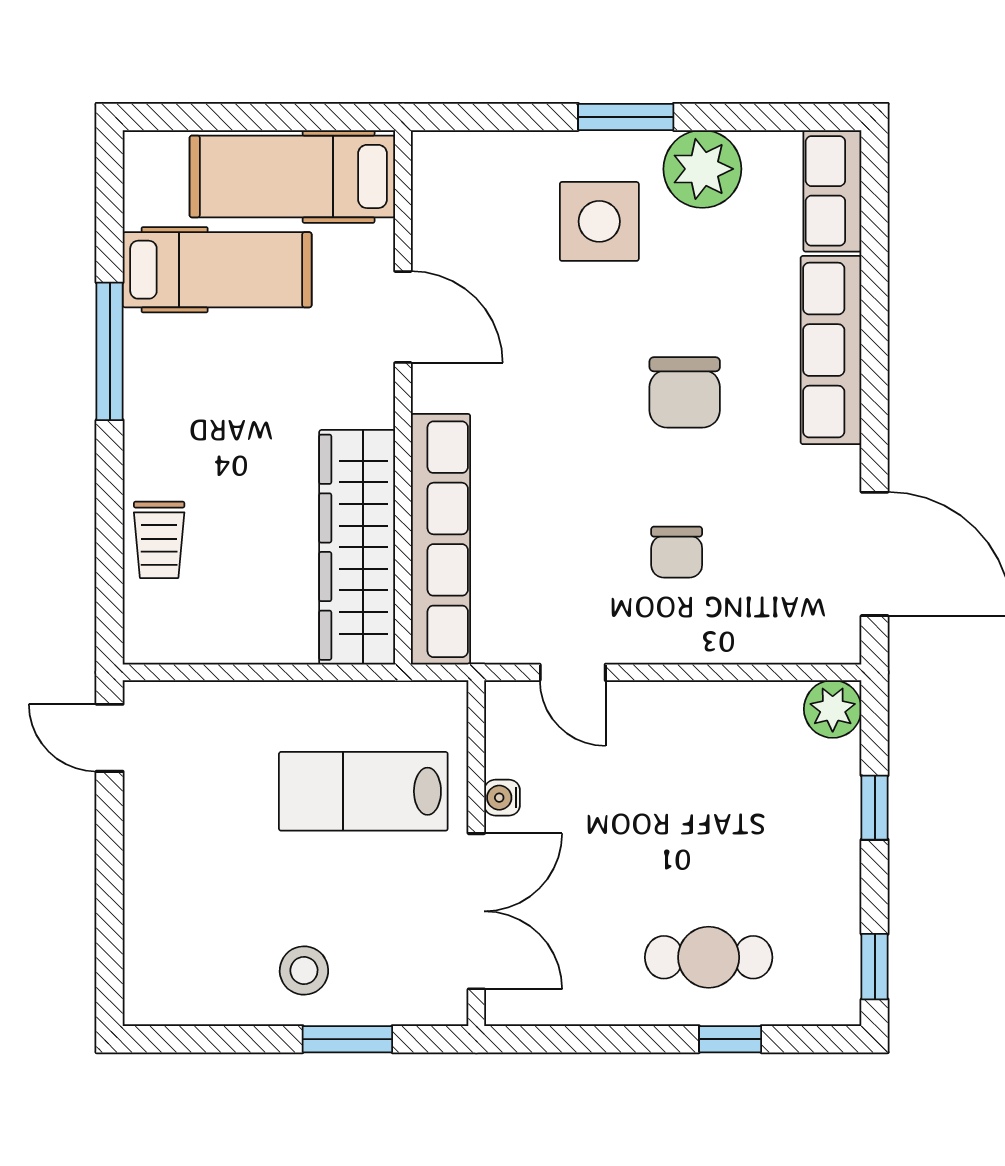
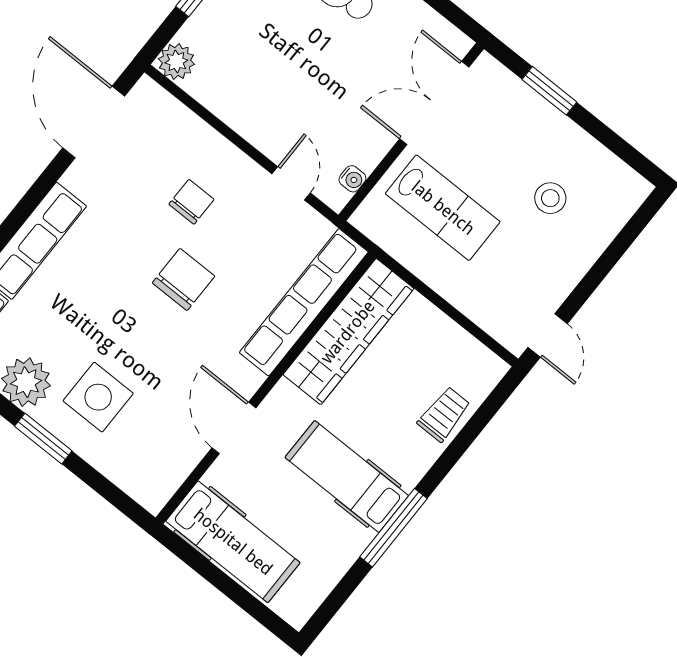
hospital bed: (217, 270) -> (347, 476), moved
chair: (685, 392) -> (184, 280), moved
water cooler: (502, 798) -> (352, 179), moved
stool: (304, 970) -> (550, 198), moved

